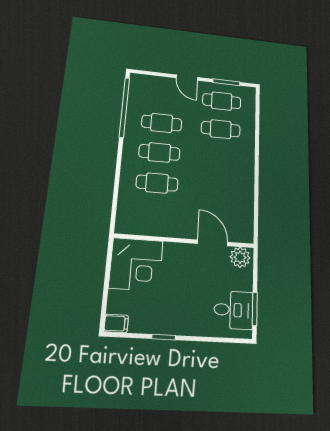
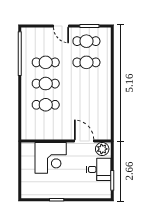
corner desk: (136, 264) -> (51, 158), moved
desk: (233, 310) -> (99, 169), moved
filing cabinet: (116, 323) -> (28, 193), removed

